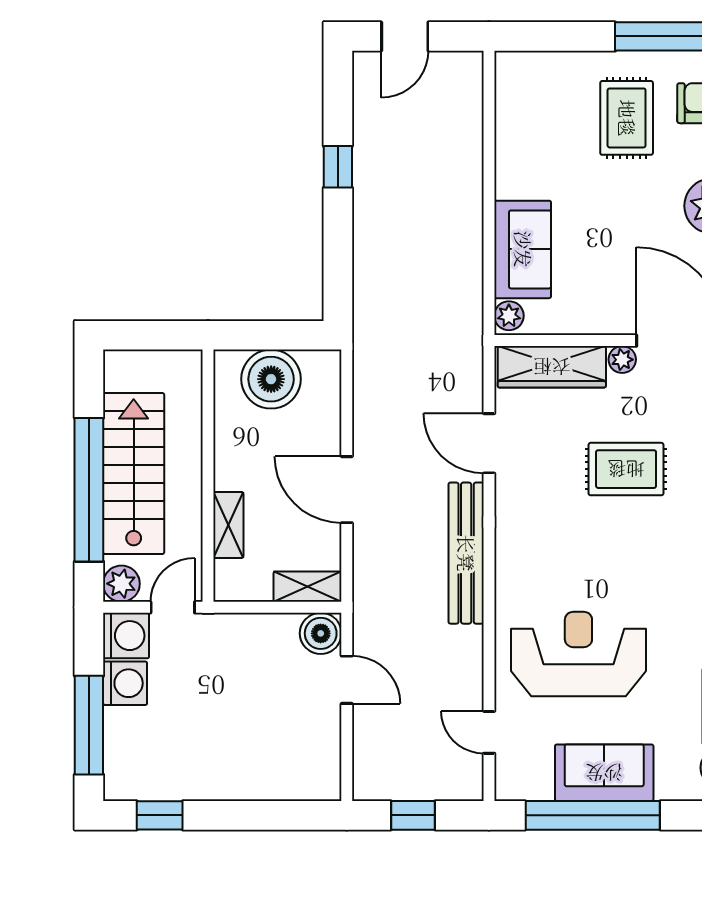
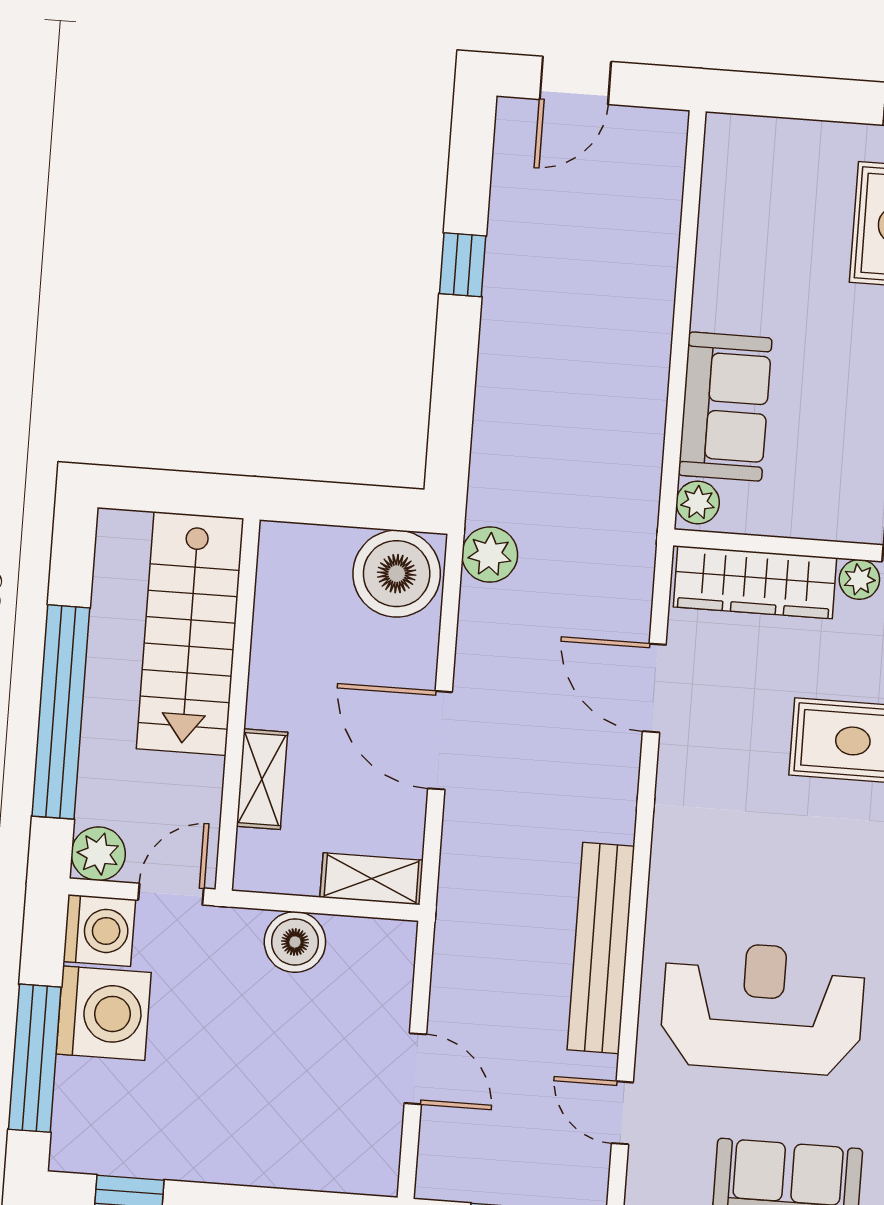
plant: (371, 361) -> (490, 555), added
boiler: (271, 379) -> (397, 574), moved
stairs: (134, 474) -> (190, 634), moved, turned 180
bench: (466, 553) -> (601, 948), moved
boiler: (321, 633) -> (295, 942), moved
door: (347, 680) -> (415, 1069), moved
washing machine: (125, 683) -> (104, 1013), width x1.37, depth x1.37

